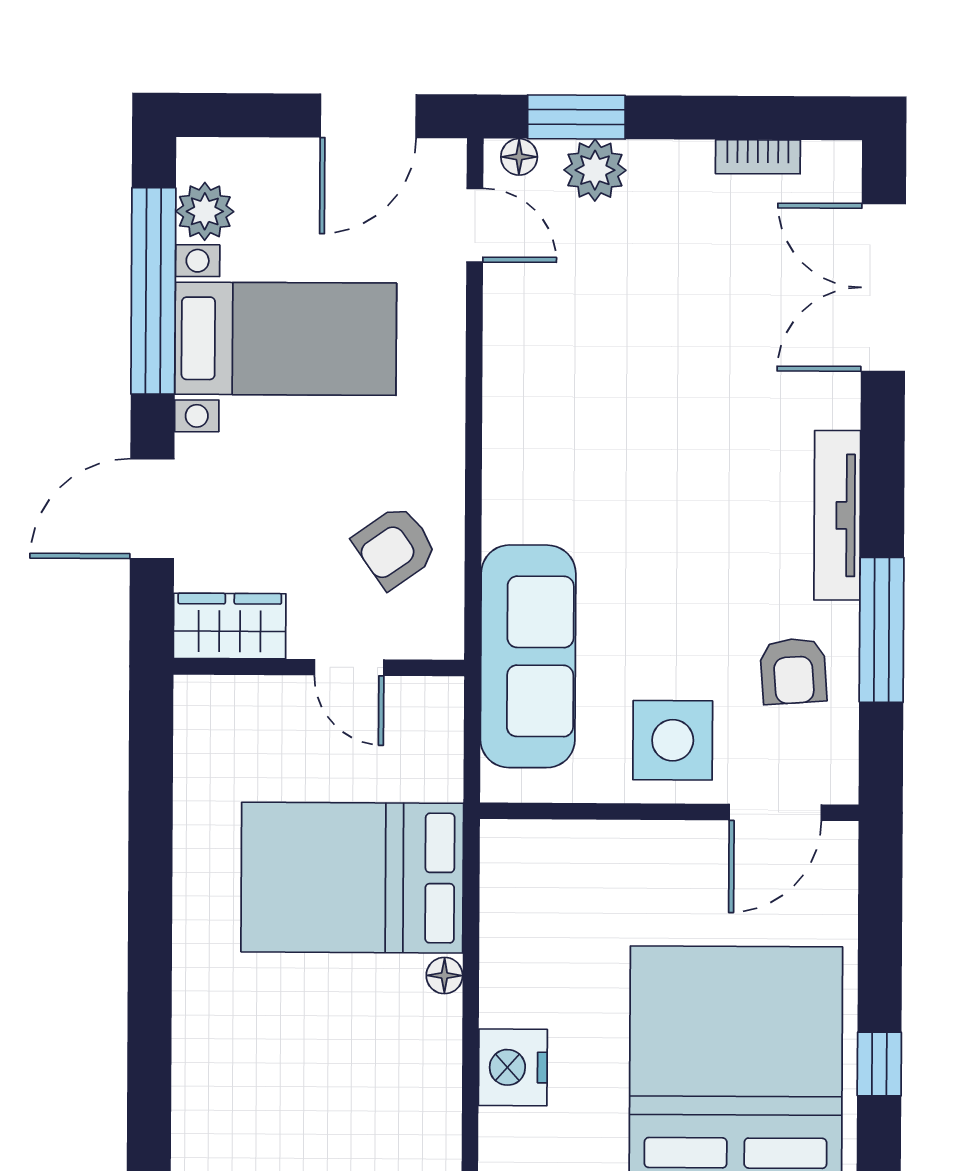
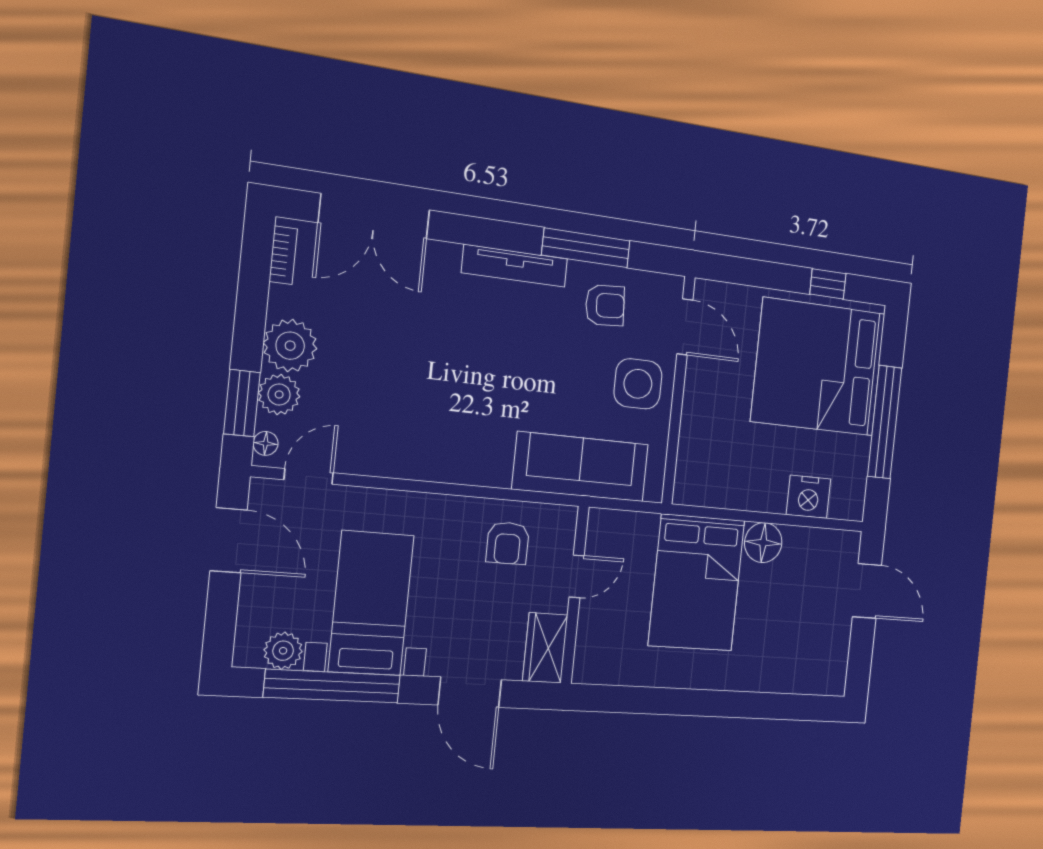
bookcase: (758, 157) -> (283, 255), moved
plant: (671, 180) -> (290, 346), added
armchair: (395, 547) -> (508, 543), turned 35
floor lamp: (444, 975) -> (763, 543), width x1.89, depth x1.89

